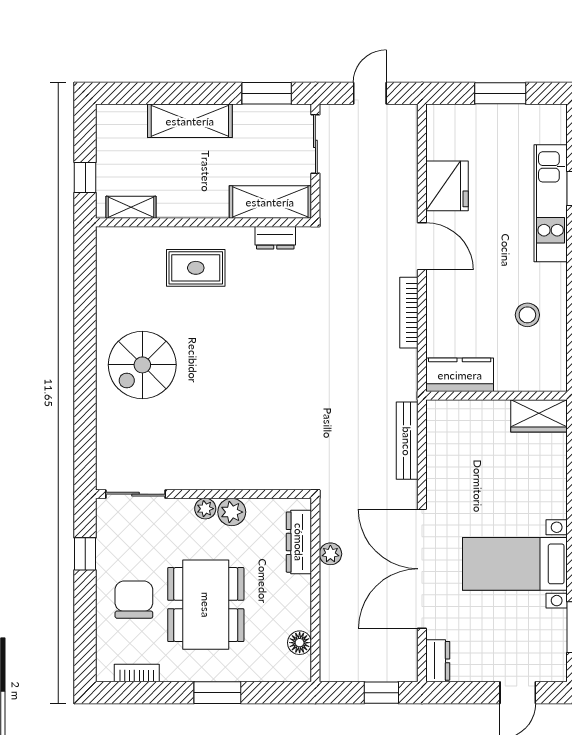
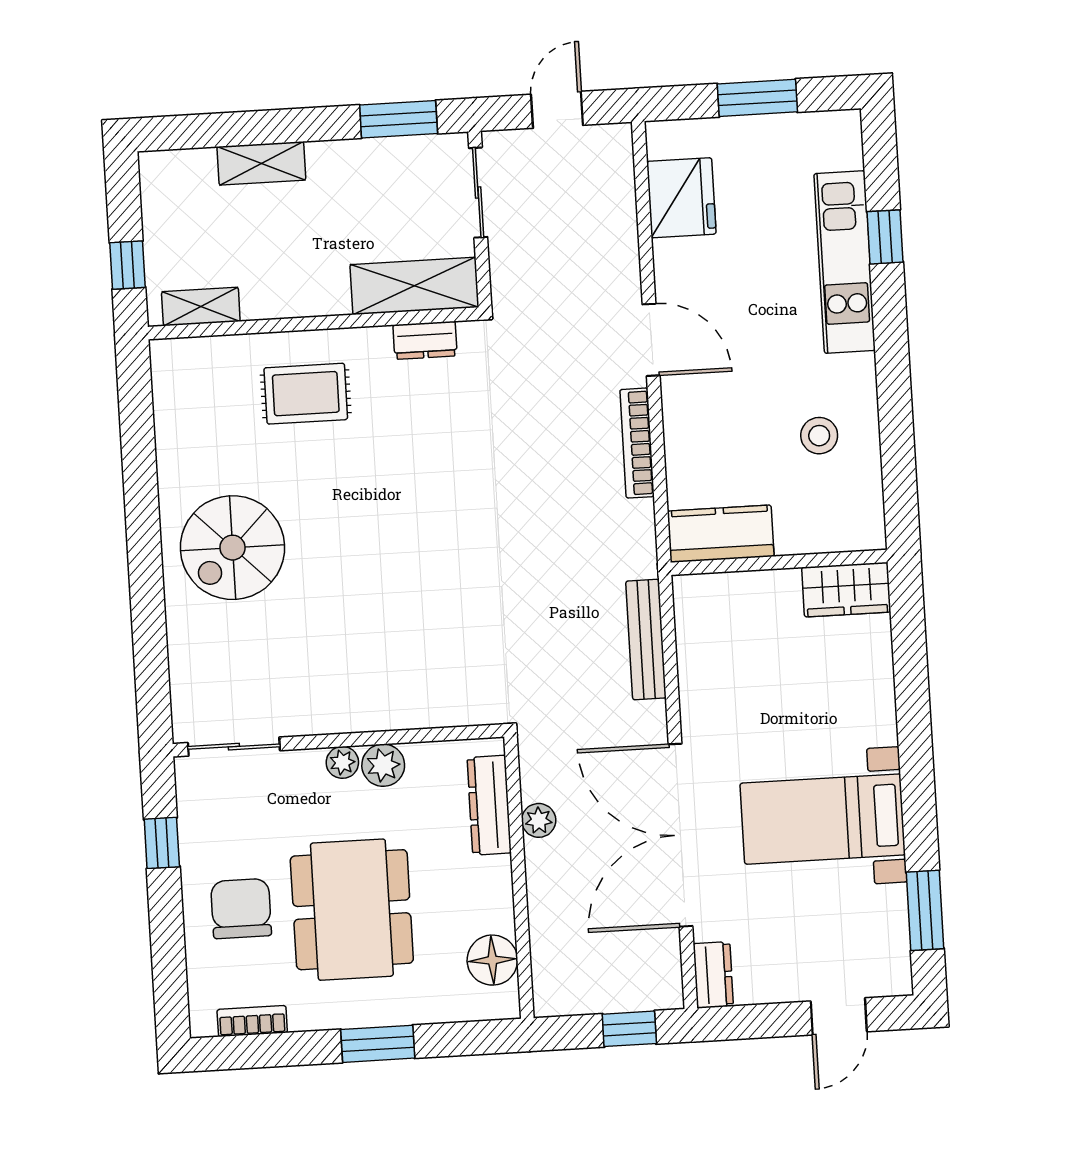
shelving: (190, 121) -> (261, 163), width x0.67, depth x0.75
fridge: (447, 186) -> (681, 198), moved
floor lamp: (300, 643) -> (492, 960), width x1.38, depth x1.38

